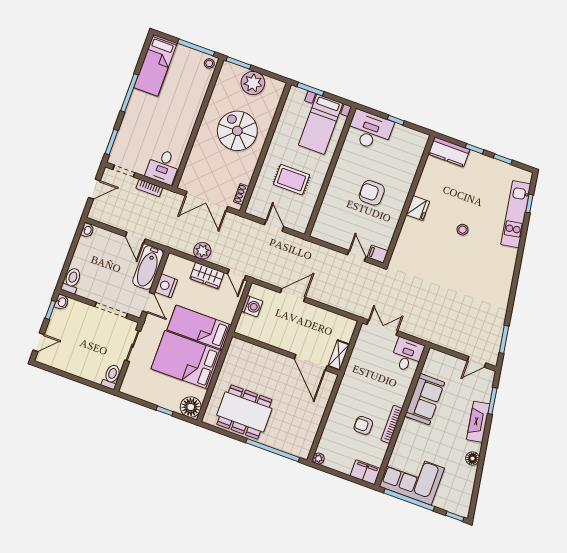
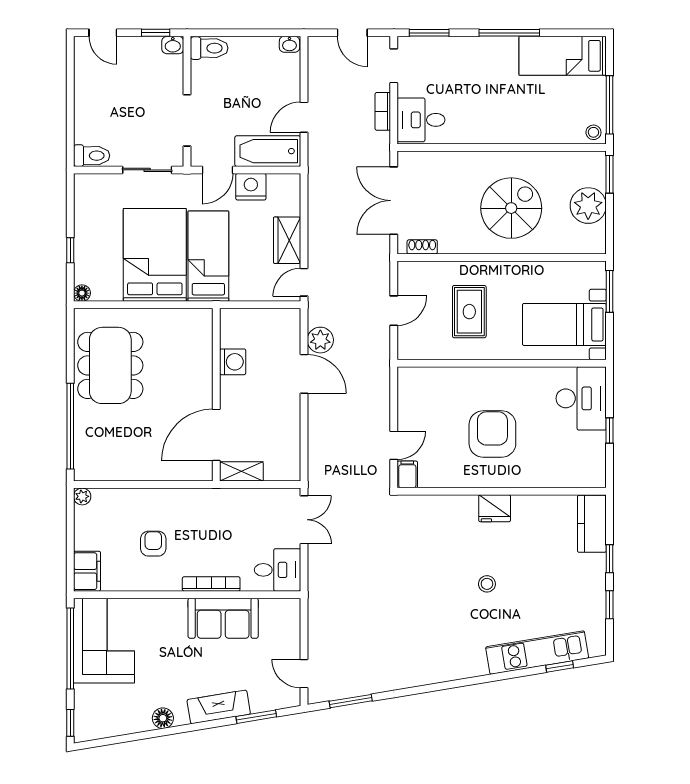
armchair: (372, 193) -> (492, 434), width x1.36, depth x1.36
plant: (202, 251) -> (320, 340), moved
washing machine: (252, 306) -> (233, 362), moved, turned -90
floor lamp: (191, 407) -> (82, 293), width x0.53, depth x0.53
bookcase: (392, 424) -> (211, 584), moved

